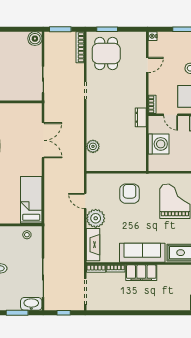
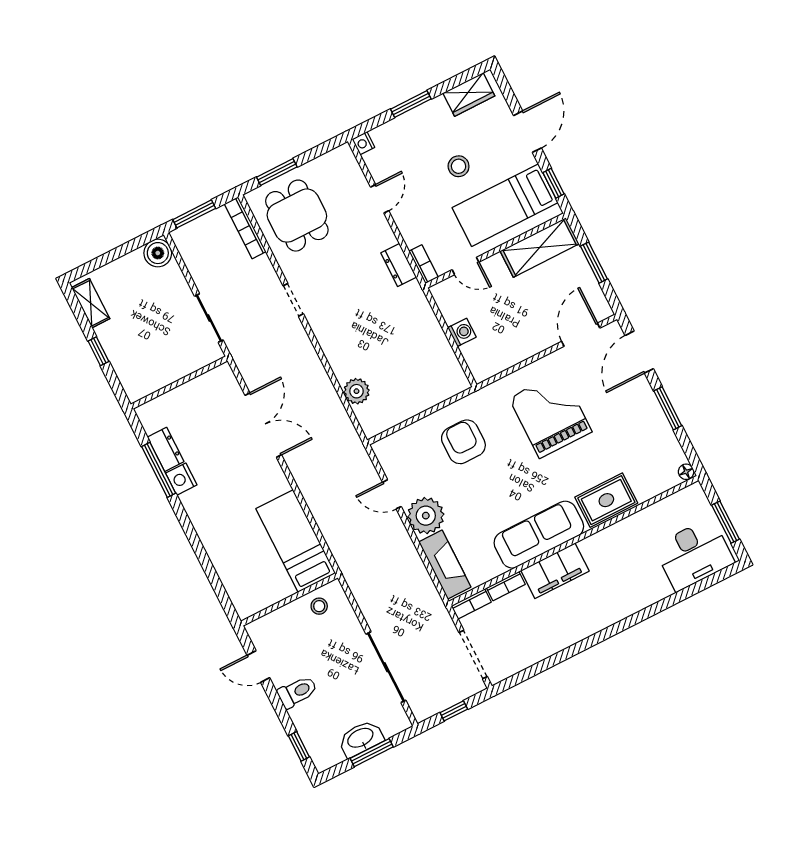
dresser: (141, 117) -> (399, 265), moved
washing machine: (159, 144) -> (462, 332), width x0.53, depth x0.53
washbasin: (31, 304) -> (361, 738), moved

